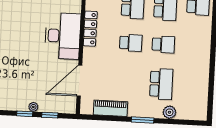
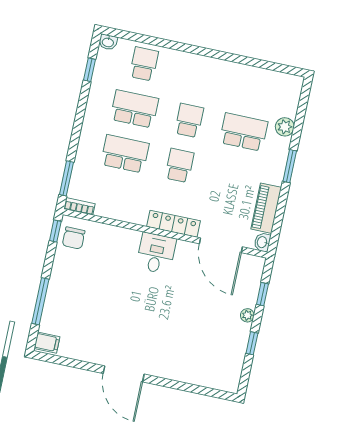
locker: (90, 29) -> (173, 224), moved
desk: (63, 36) -> (156, 253), width x0.53, depth x0.77
washbasin: (86, 109) -> (262, 242), added
window: (25, 114) -> (252, 343), moved

